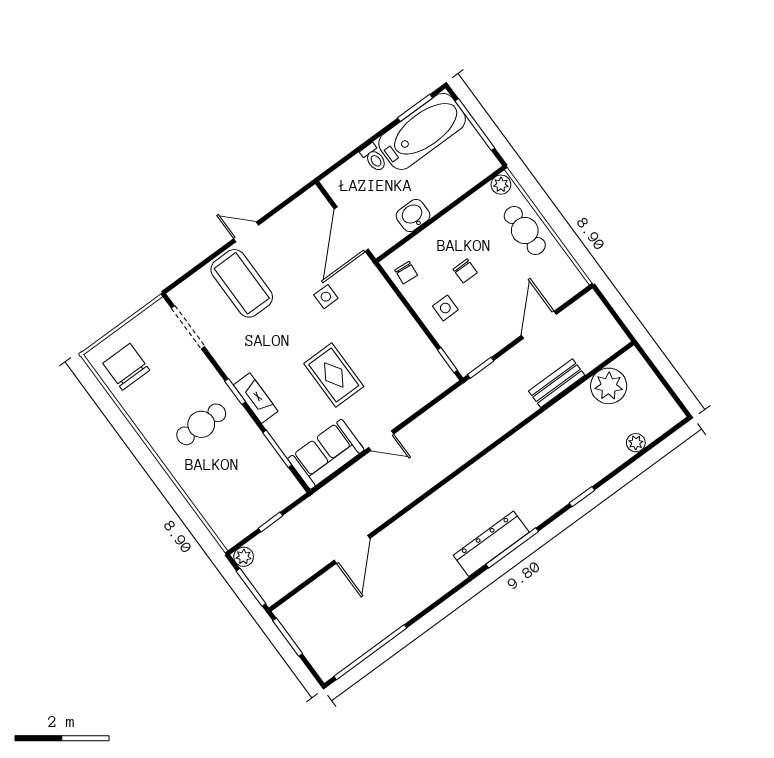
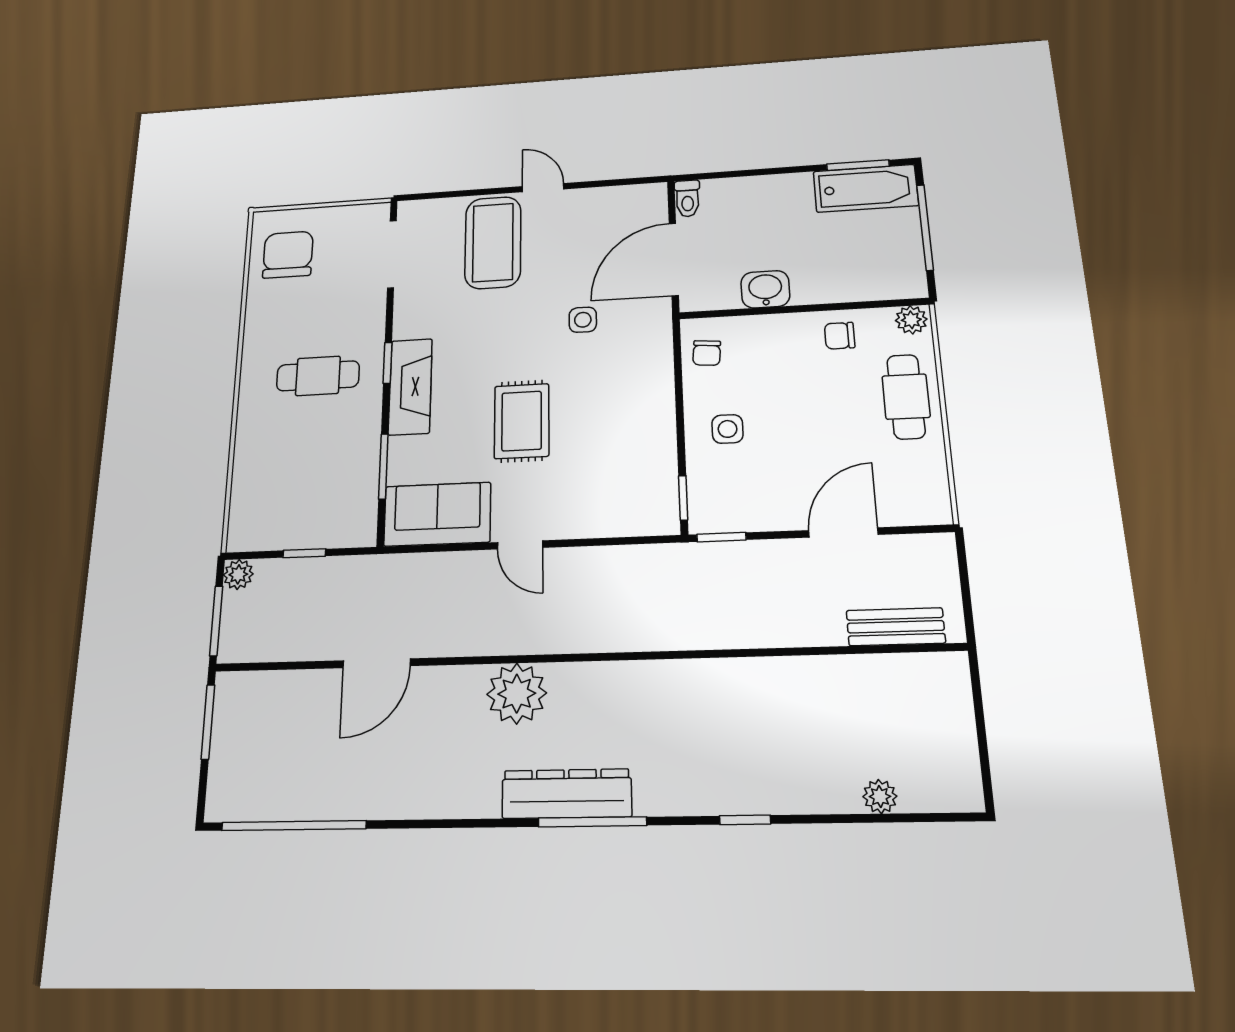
bathtub: (422, 131) -> (866, 188), width x0.73, depth x0.73
toilet: (374, 158) -> (687, 198), moved
chair: (465, 271) -> (840, 336), moved, turned 90
bench: (557, 383) -> (896, 627), moved
plant: (609, 386) -> (517, 694), moved
fireplace: (256, 398) -> (410, 387), width x1.37, depth x1.32

